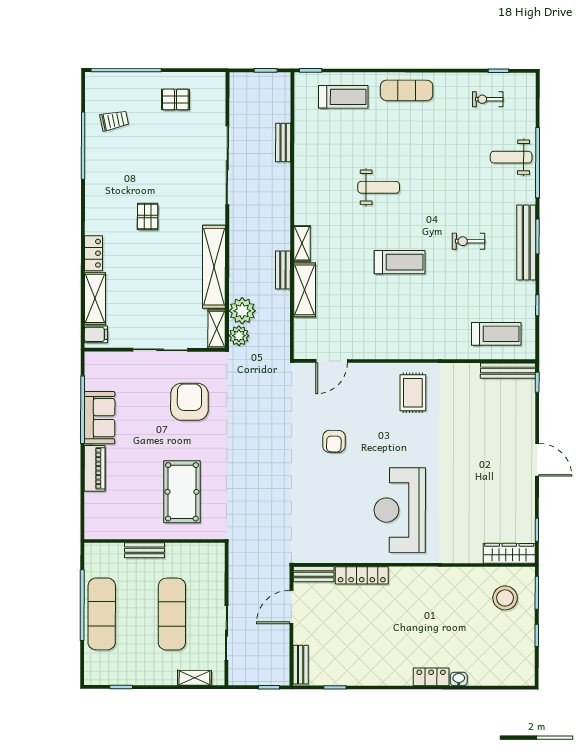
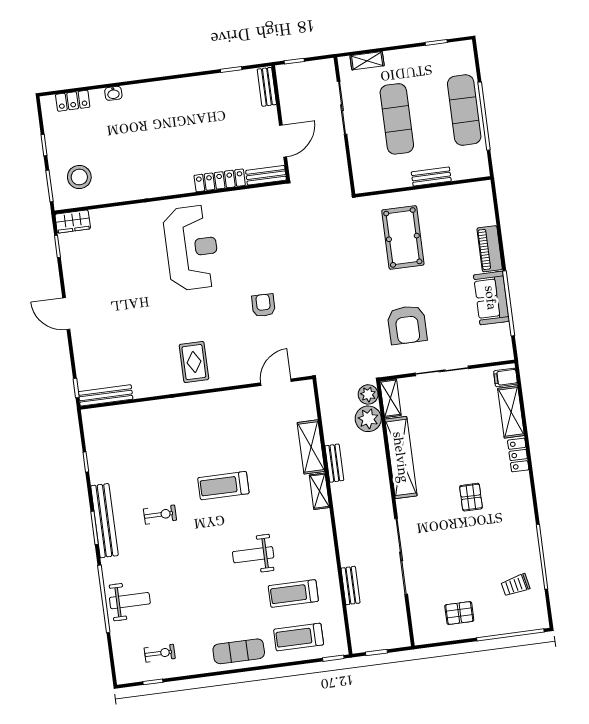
treadmill: (496, 334) -> (293, 594), moved
wardrobe: (509, 553) -> (73, 222), width x0.67
locker: (431, 677) -> (73, 101), moved

